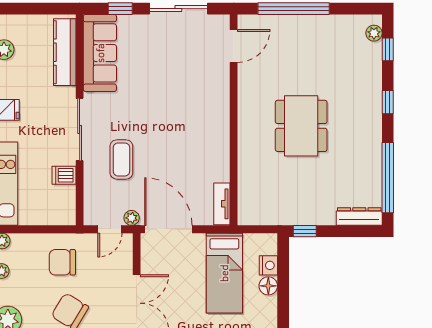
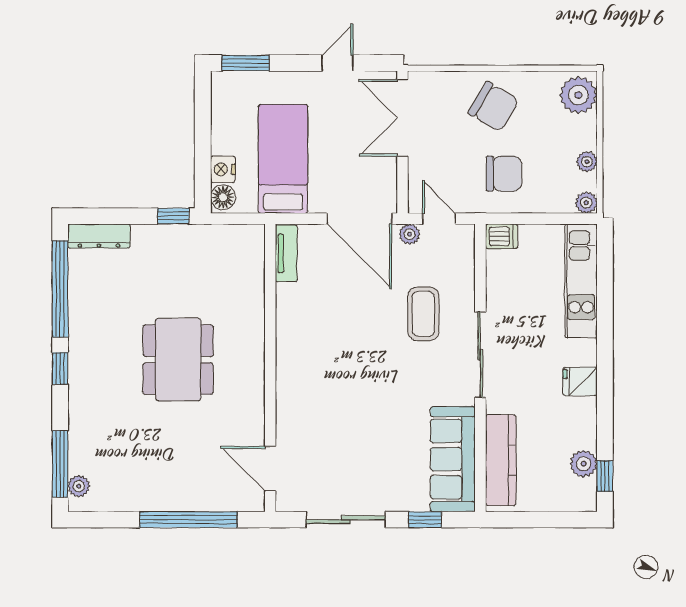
door: (234, 46) -> (270, 469), hinge flipped
window: (388, 49) -> (60, 464), width x2.17
window: (388, 102) -> (60, 368), moved
dishwasher: (64, 175) -> (502, 236), moved
door: (110, 229) -> (439, 219), hinge flipped
floor lamp: (268, 286) -> (223, 197), moved

